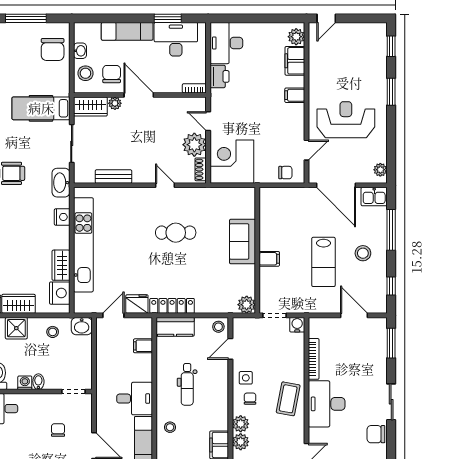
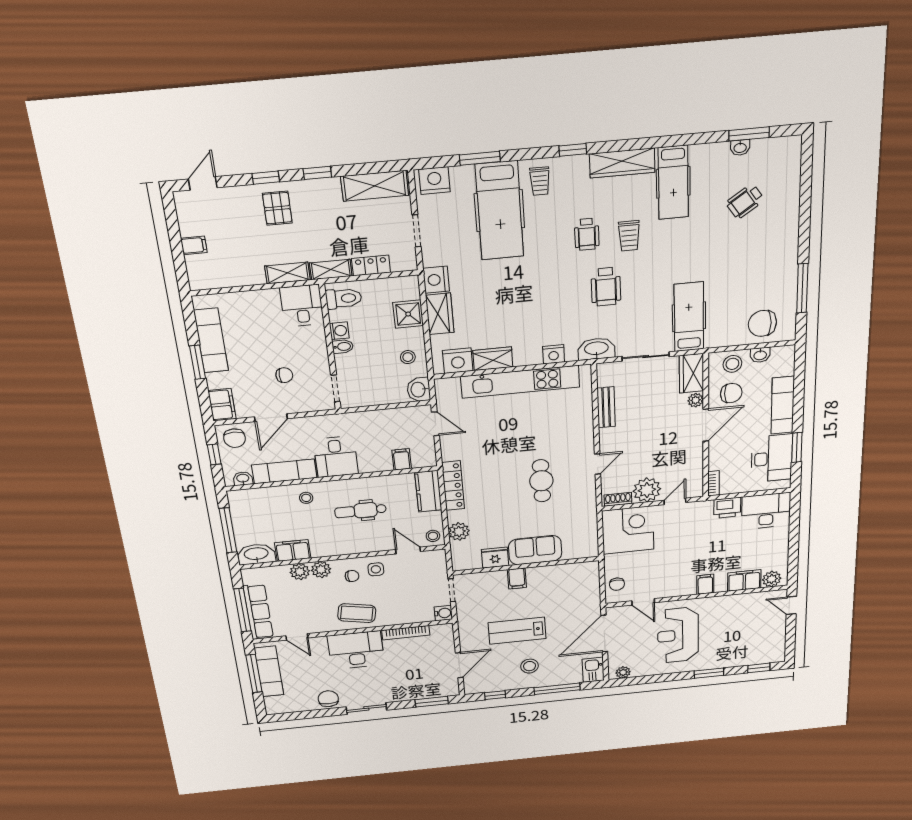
reception desk: (346, 120) -> (678, 635), turned 180
fridge: (137, 304) -> (495, 558), moved, turned -90
plant: (247, 305) -> (459, 532), moved

